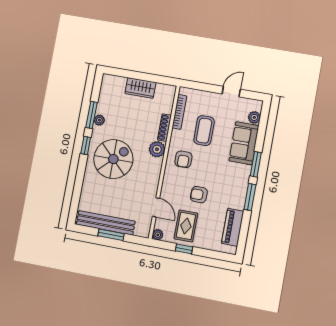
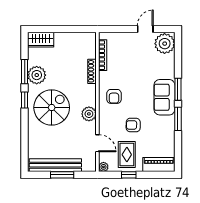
wardrobe: (140, 88) -> (41, 40), moved
plant: (254, 117) -> (165, 44), width x1.88, depth x1.88
plant: (99, 120) -> (37, 75), width x1.88, depth x1.88
coffee table: (204, 131) -> (128, 68), removed
sofa: (244, 143) -> (164, 97), moved
plant: (157, 149) -> (89, 114), moved
piano: (233, 227) -> (159, 165), moved, turned 90

